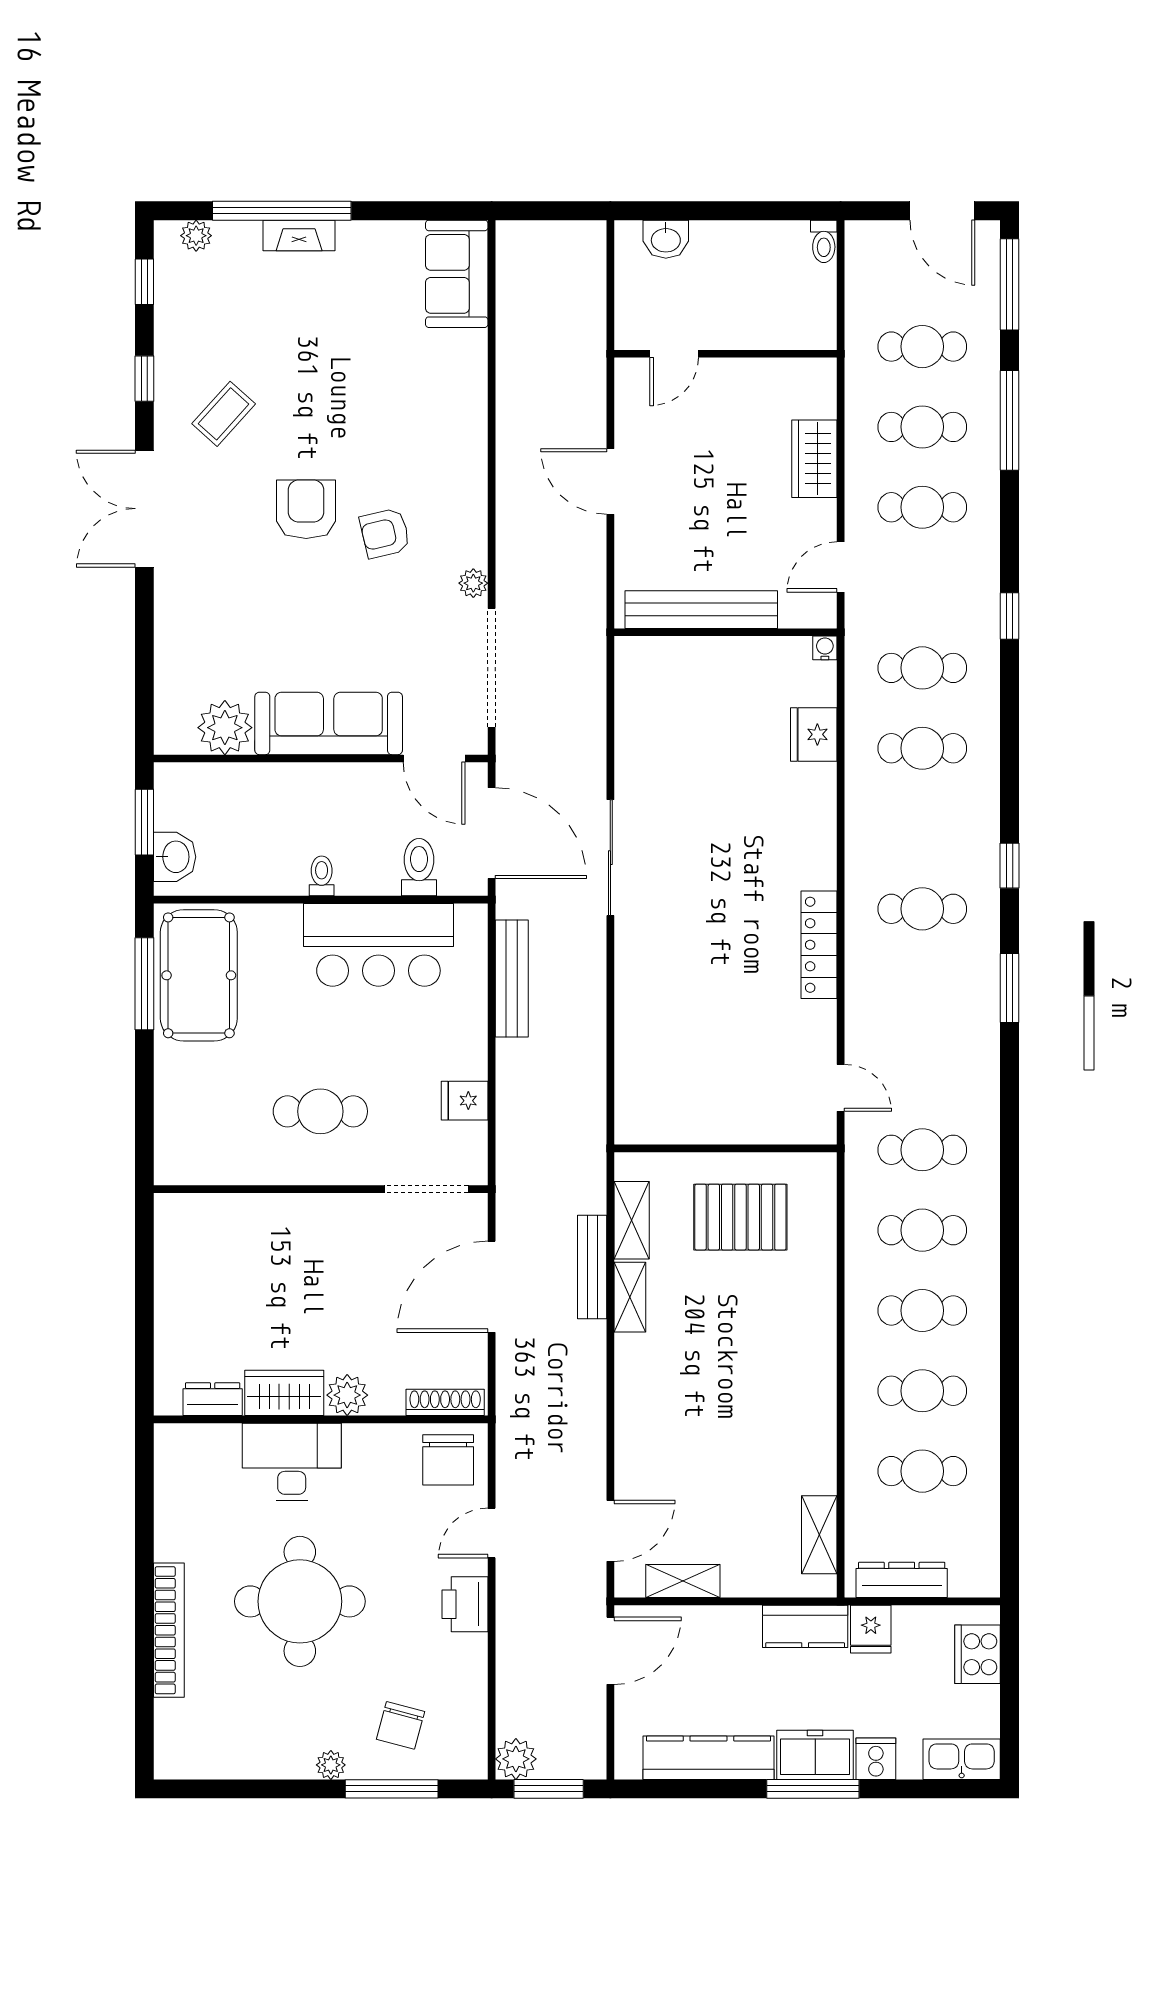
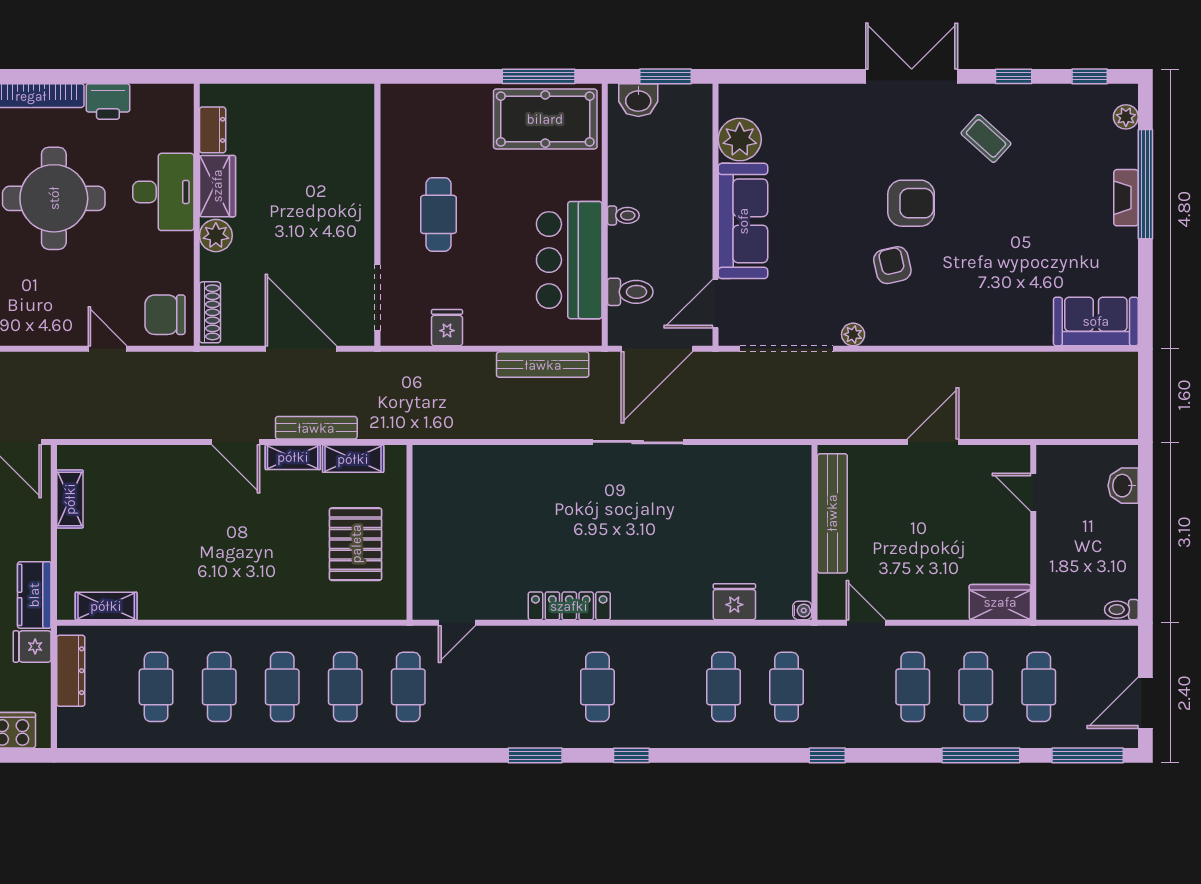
wardrobe: (814, 459) -> (1000, 602), moved
door: (610, 1531) -> (236, 442), moved
printer: (465, 1604) -> (108, 101), moved, turned 180

